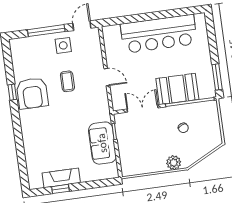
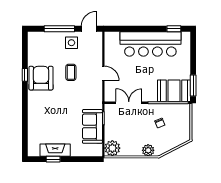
window: (185, 12) -> (174, 29), added
booth: (177, 89) -> (174, 91), moved
armchair: (32, 93) -> (41, 78), turned 180
plant: (130, 166) -> (112, 148), added

